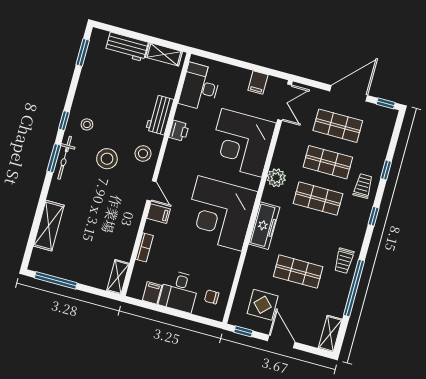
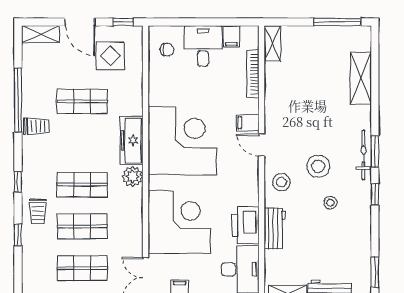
stool: (87, 124) -> (330, 203), moved
printer: (179, 131) -> (245, 225), width x1.87, depth x1.48
plant: (276, 178) -> (132, 176), moved
bookcase: (144, 247) -> (253, 74), width x1.56
trolley: (344, 261) -> (37, 126), turned 90
shelving: (330, 334) -> (41, 34), moved, turned 90

